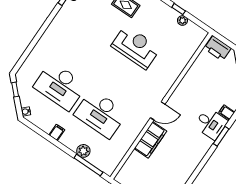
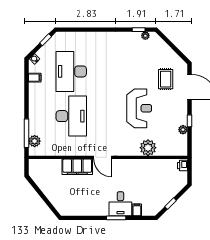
printer: (218, 48) -> (183, 166), width x0.53, depth x0.68
plant: (177, 64) -> (148, 148), added
desk: (101, 114) -> (71, 116), turned 180
filing cabinet: (57, 132) -> (35, 78), moved
plant: (83, 151) -> (35, 141), moved

